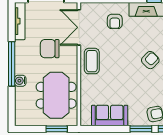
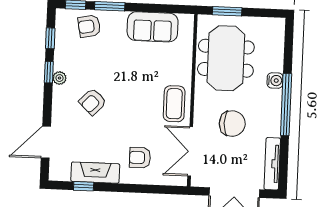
armchair: (115, 21) -> (140, 158), turned -90
double door: (79, 27) -> (190, 151), swing flipped

